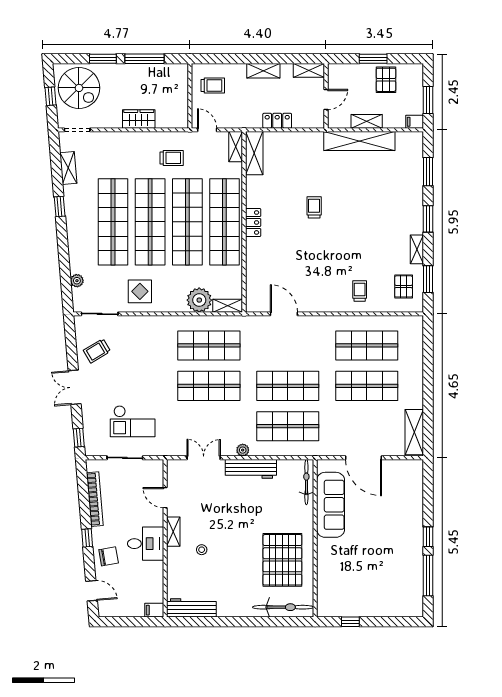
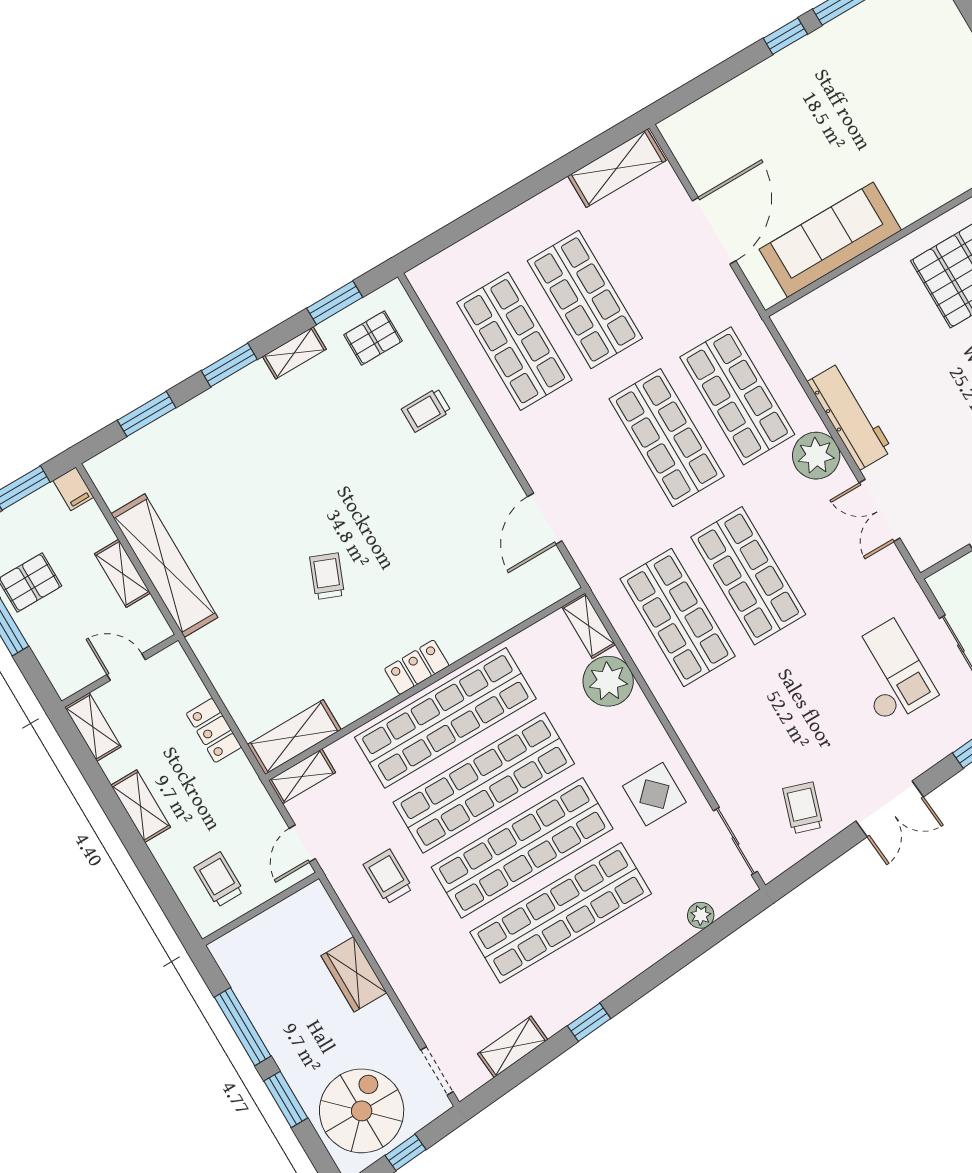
trolley: (314, 207) -> (327, 576), turned 112
trolley: (97, 351) -> (803, 808), turned -131
plant: (243, 450) -> (816, 456), width x1.87, depth x1.87
bicycle: (306, 482) -> (816, 305), removed

